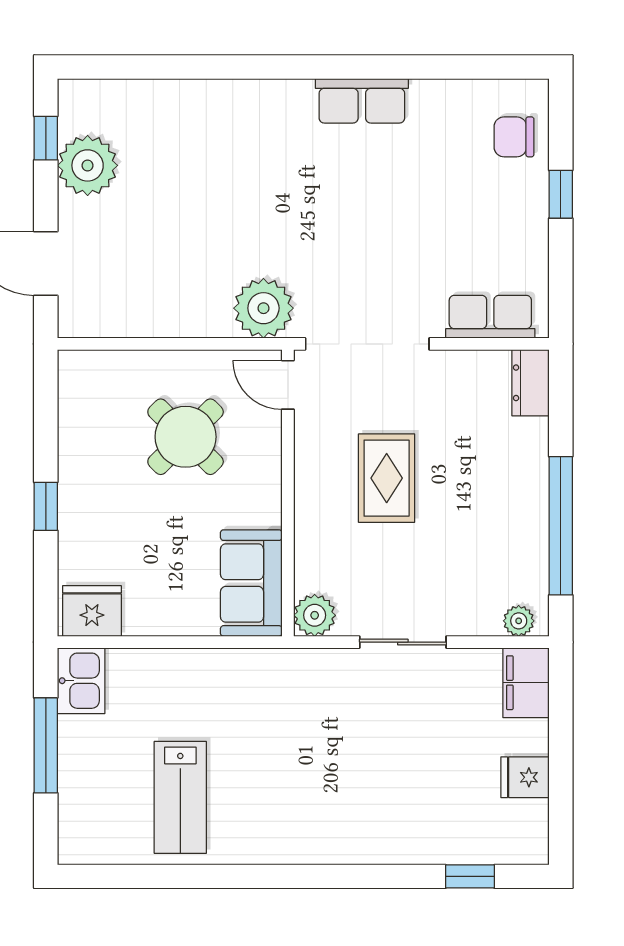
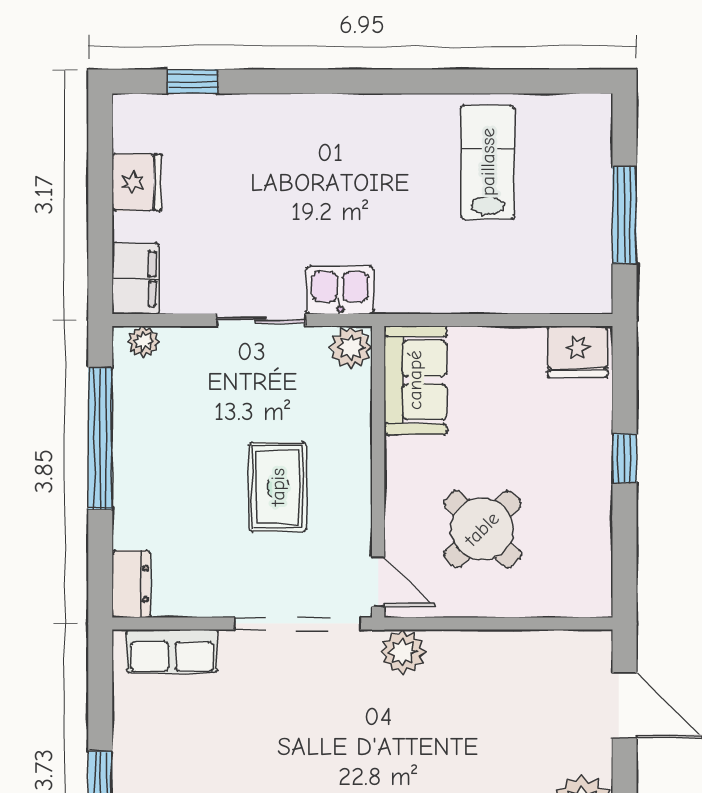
plant: (263, 308) -> (403, 652), width x0.73, depth x0.73
kitchen sink: (81, 681) -> (340, 290), moved, turned 90
fridge: (525, 777) -> (137, 182), width x1.38

